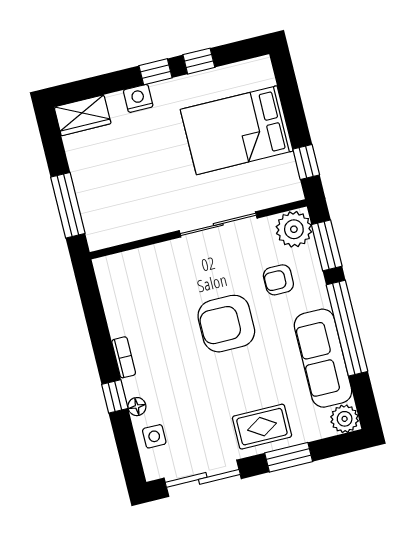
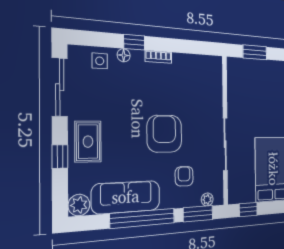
window: (68, 205) -> (255, 52), width x0.69
plant: (294, 229) -> (207, 200), width x0.53, depth x0.53
window: (289, 457) -> (60, 156), width x0.67

